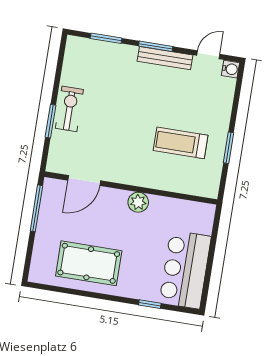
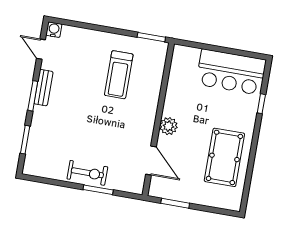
bench: (165, 58) -> (43, 88), width x0.73
exercise bike: (69, 109) -> (87, 173), turned 180
window: (228, 148) -> (151, 37), moved
plant: (138, 202) -> (169, 126), moved
window: (36, 208) -> (175, 203), width x0.69

